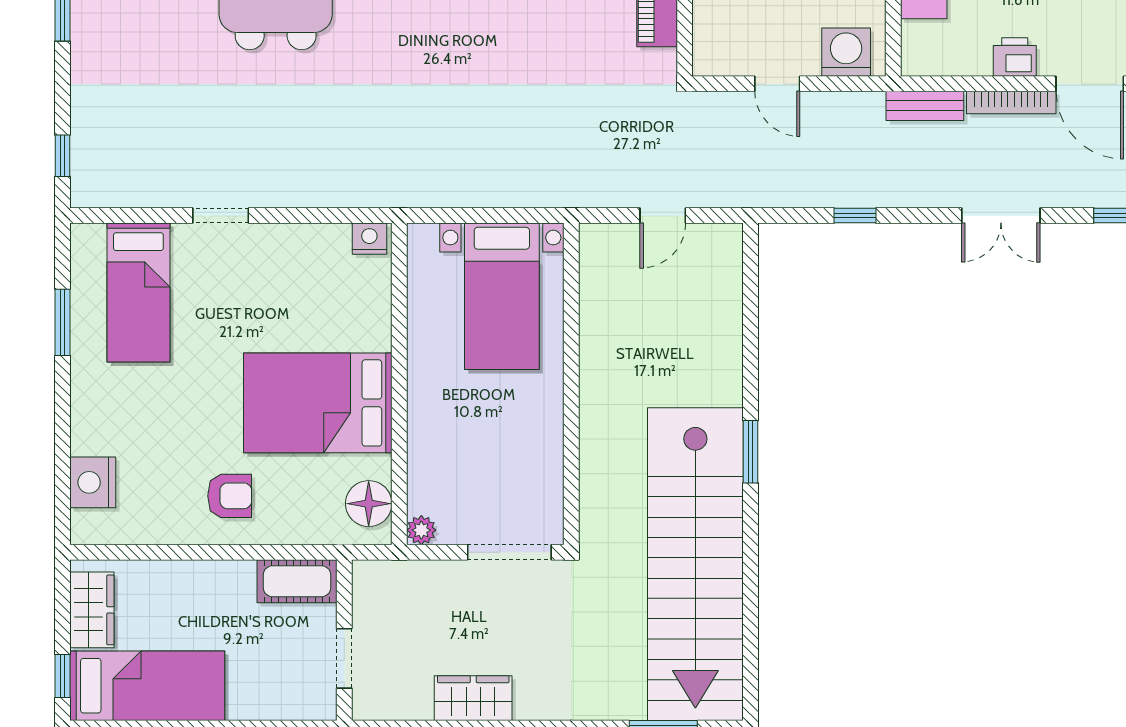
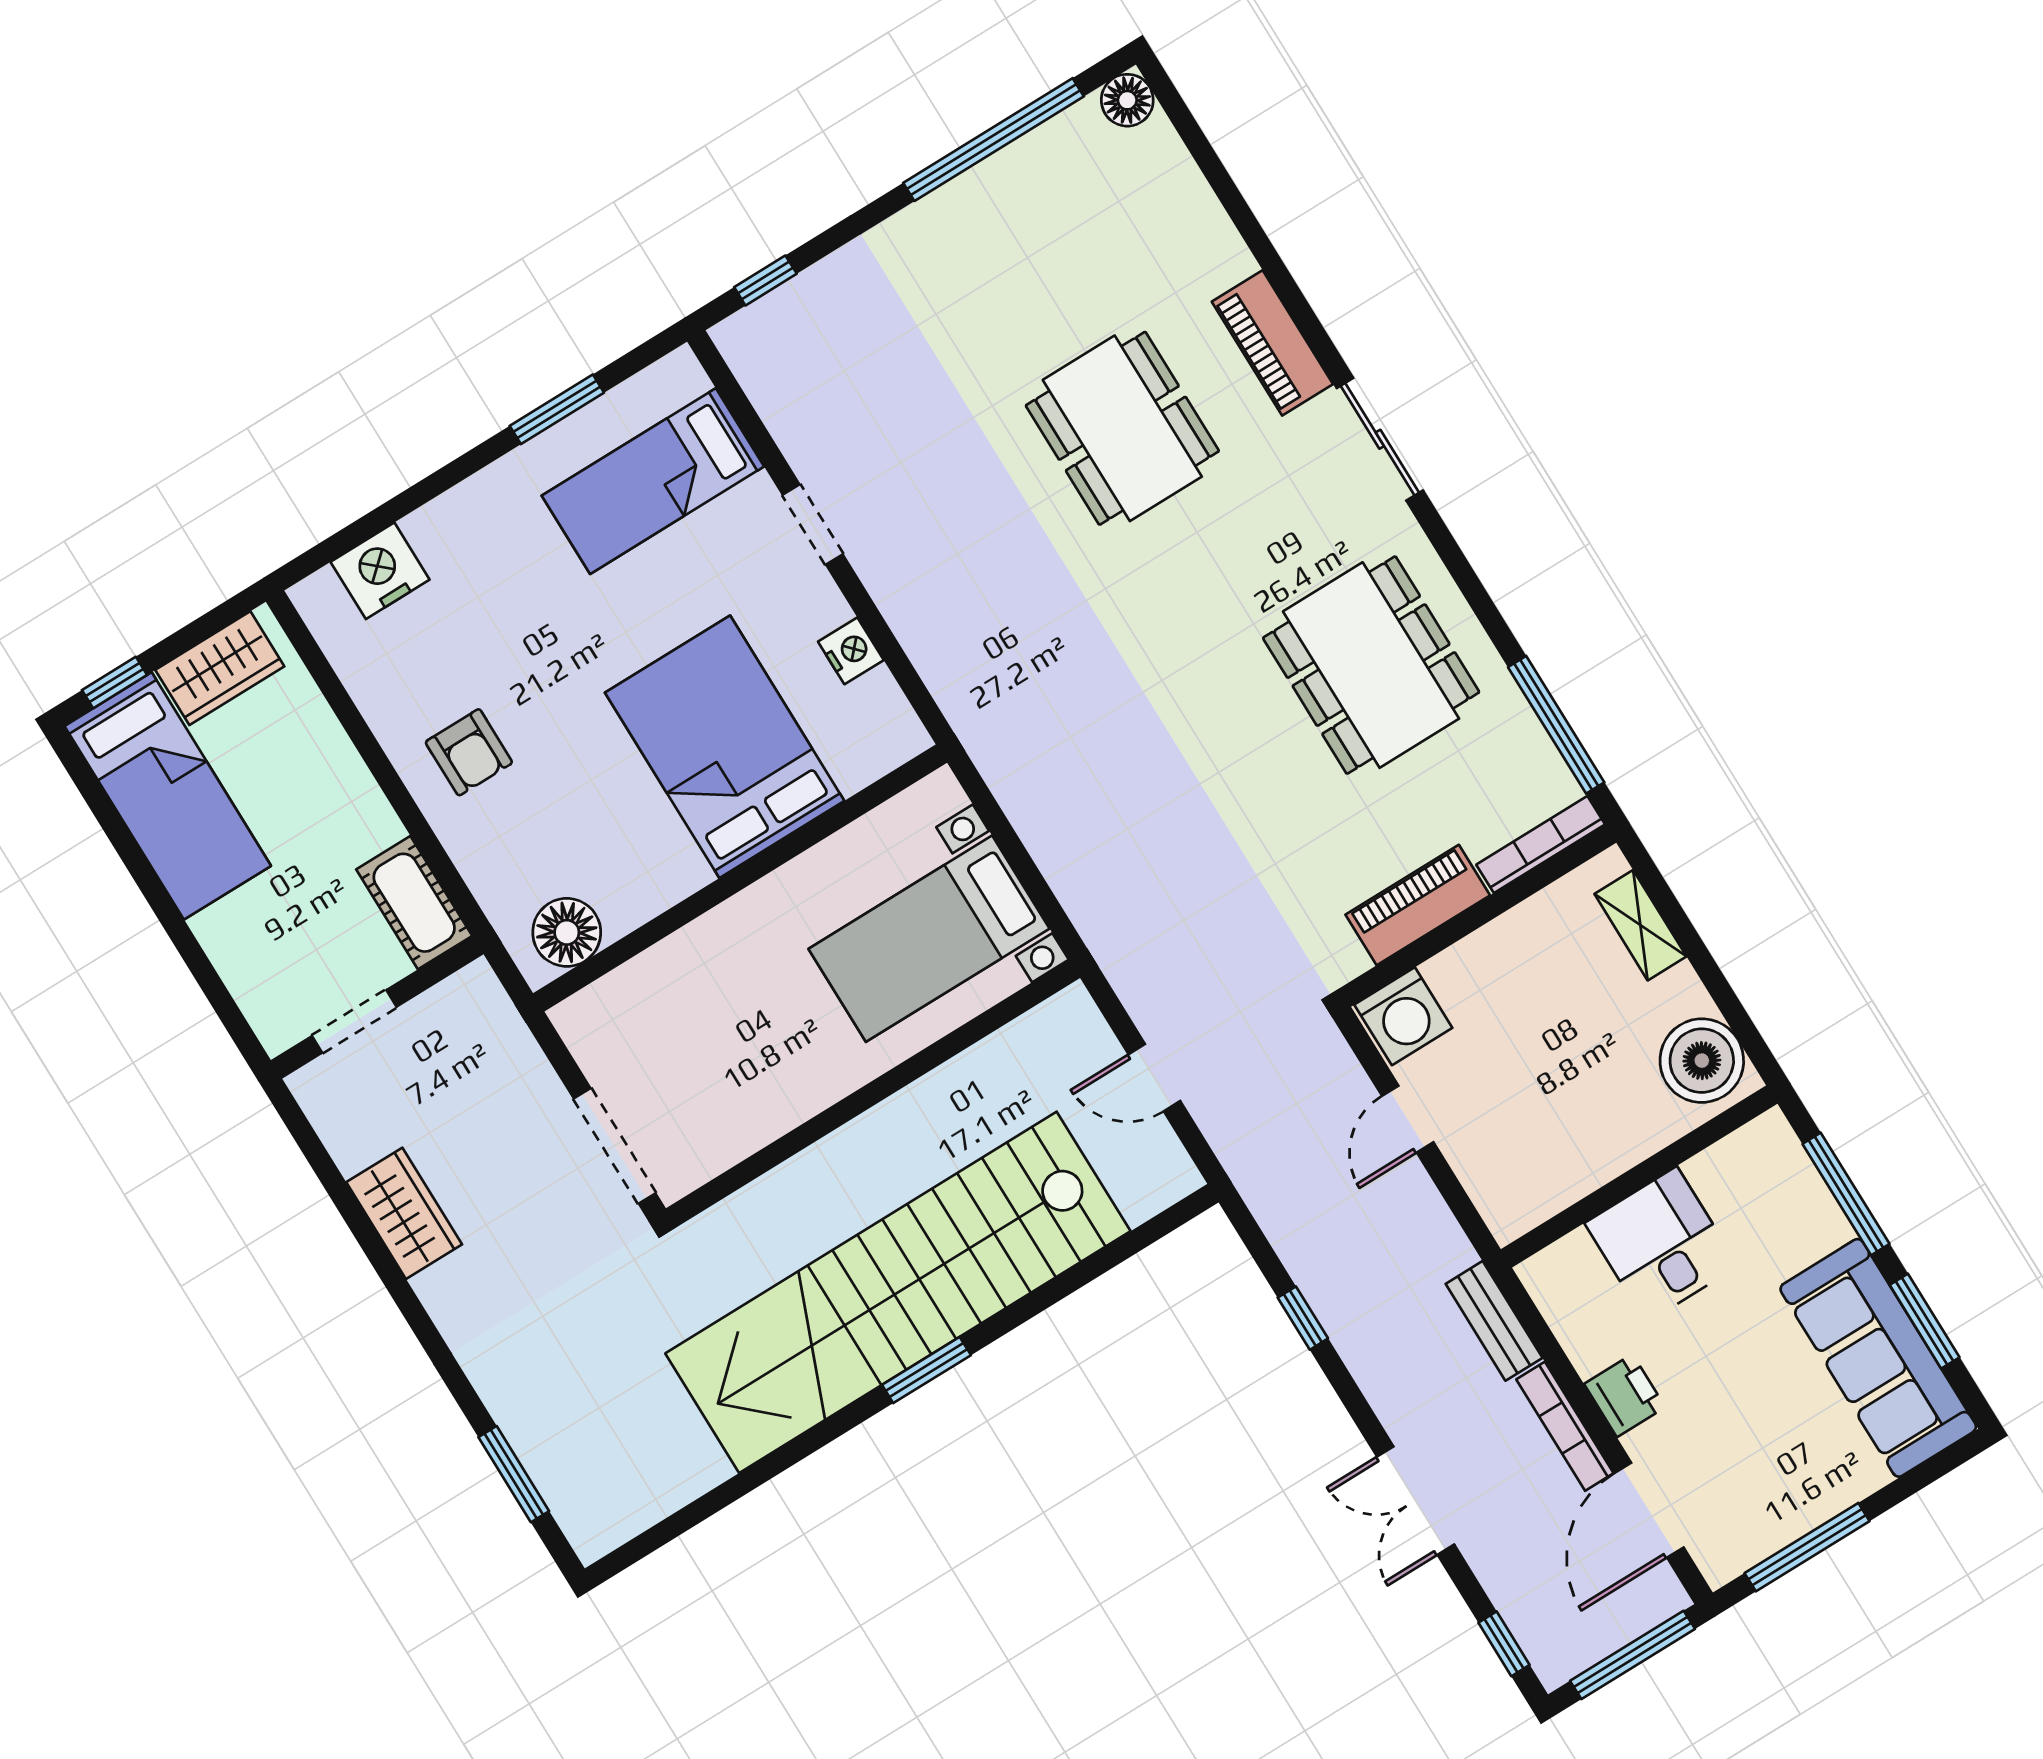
washing machine: (846, 52) -> (1403, 1016), moved, turned 90
nightstand: (369, 239) -> (851, 651), moved
bed: (318, 403) -> (725, 747), moved
plant: (421, 530) -> (574, 1019), removed
stairs: (695, 564) -> (898, 1292), moved

